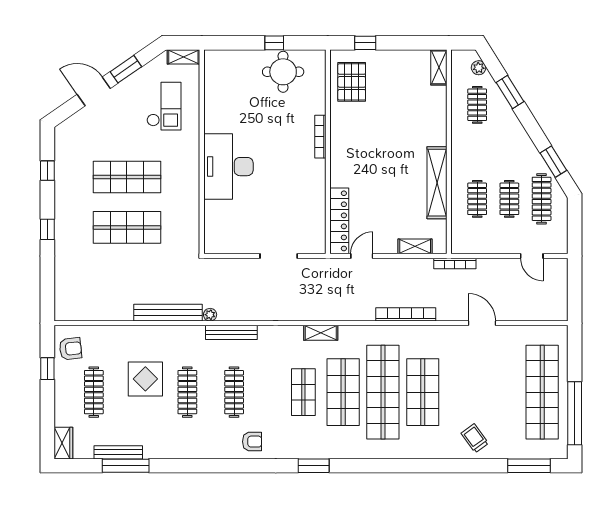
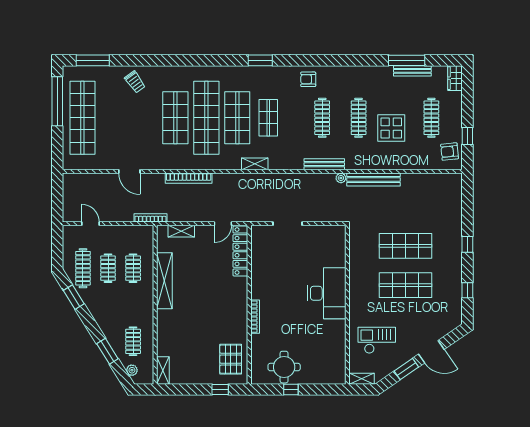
checkout: (164, 106) -> (377, 340), turned 90

